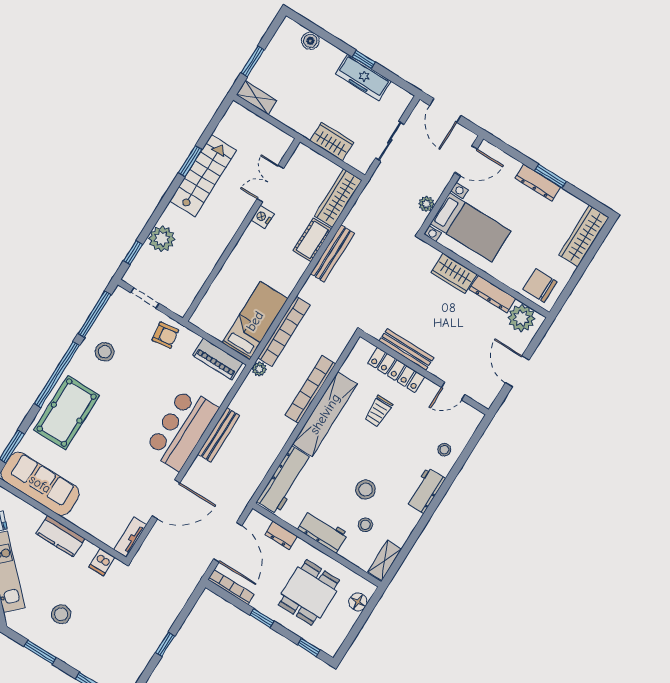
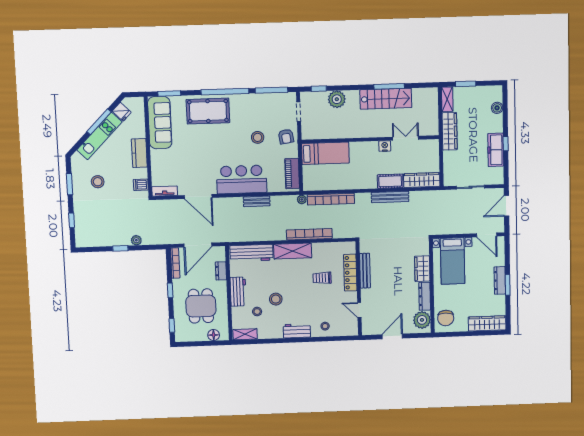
wardrobe: (332, 141) -> (450, 131), moved, width x1.50
window: (190, 161) -> (389, 86), width x1.44
plant: (426, 204) -> (136, 240), moved
chair: (540, 286) -> (446, 318), turned 180
bed: (255, 321) -> (325, 153), moved
stool: (105, 352) -> (258, 137), moved
shelving: (325, 414) -> (293, 251), width x0.68
bench: (219, 435) -> (257, 201), width x0.73
dining table: (309, 592) -> (201, 306), turned 90

